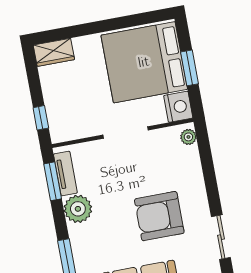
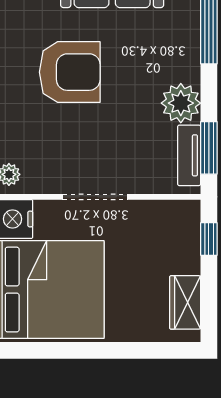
wardrobe: (54, 52) -> (185, 302), moved, turned -90

